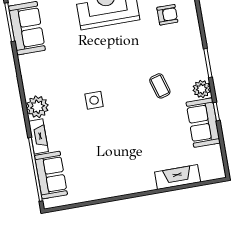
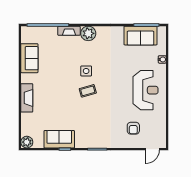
coffee table: (160, 86) -> (88, 91), moved
plant: (202, 89) -> (27, 142), moved
sofa: (51, 175) -> (29, 58), moved, turned -90
fireplace: (178, 177) -> (27, 98), moved

